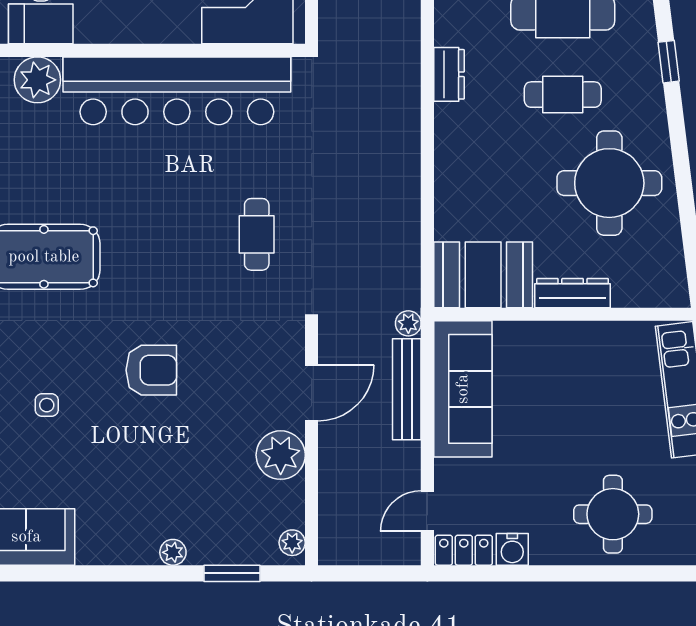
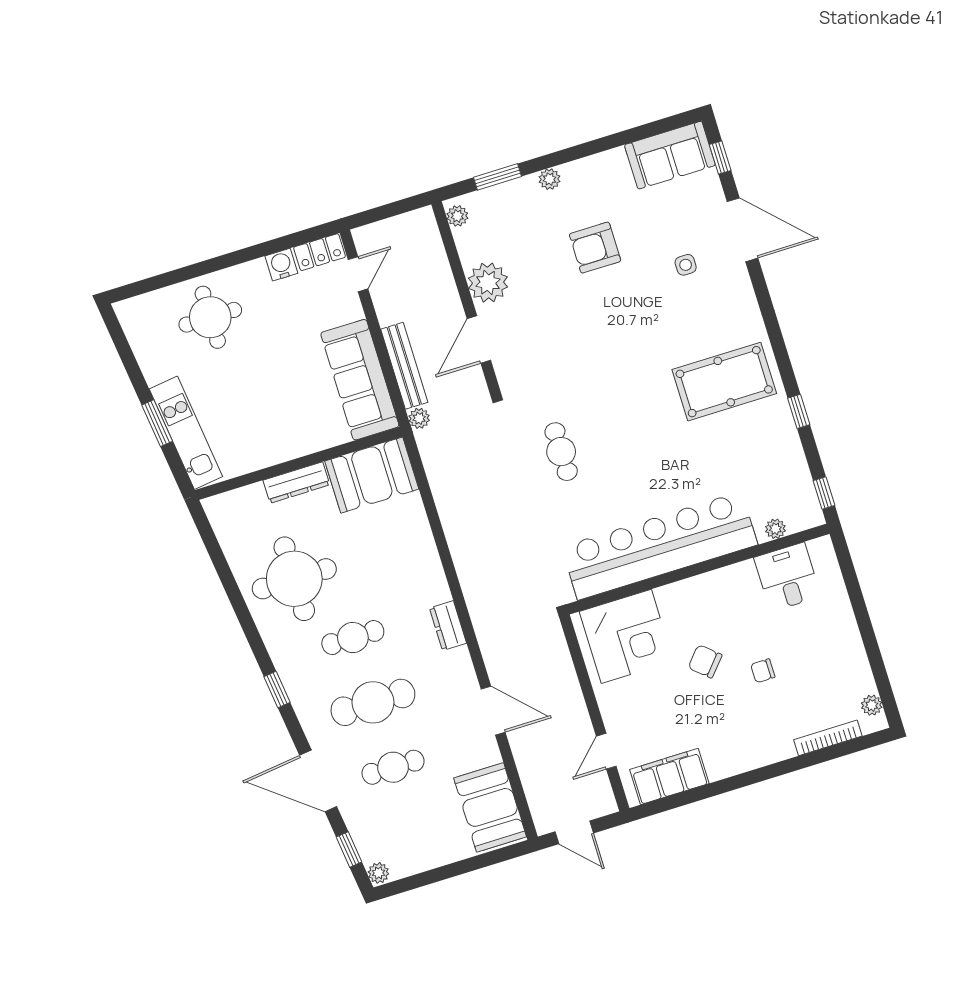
plant: (37, 80) -> (775, 529), width x0.53, depth x0.53
armchair: (151, 370) -> (595, 248), moved

